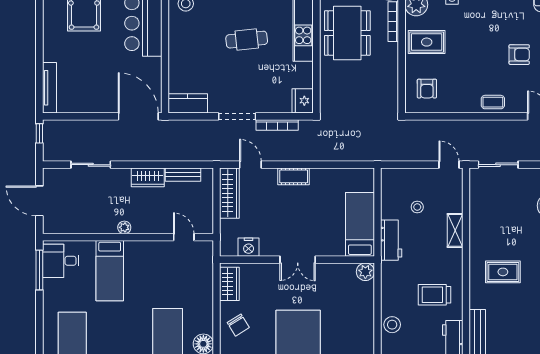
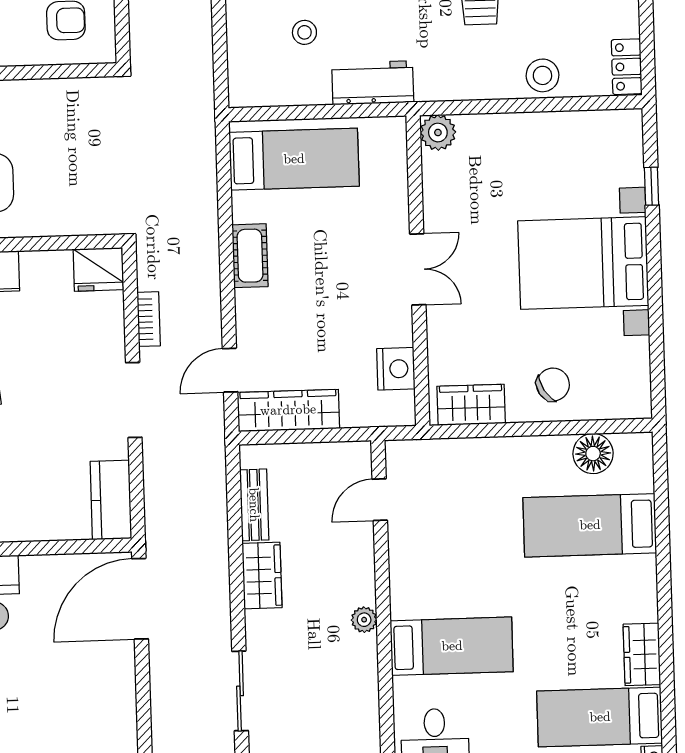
bookcase: (277, 125) -> (149, 319), width x0.64
cot: (294, 176) -> (250, 256), moved
bed: (360, 224) -> (294, 159), moved, turned 180

